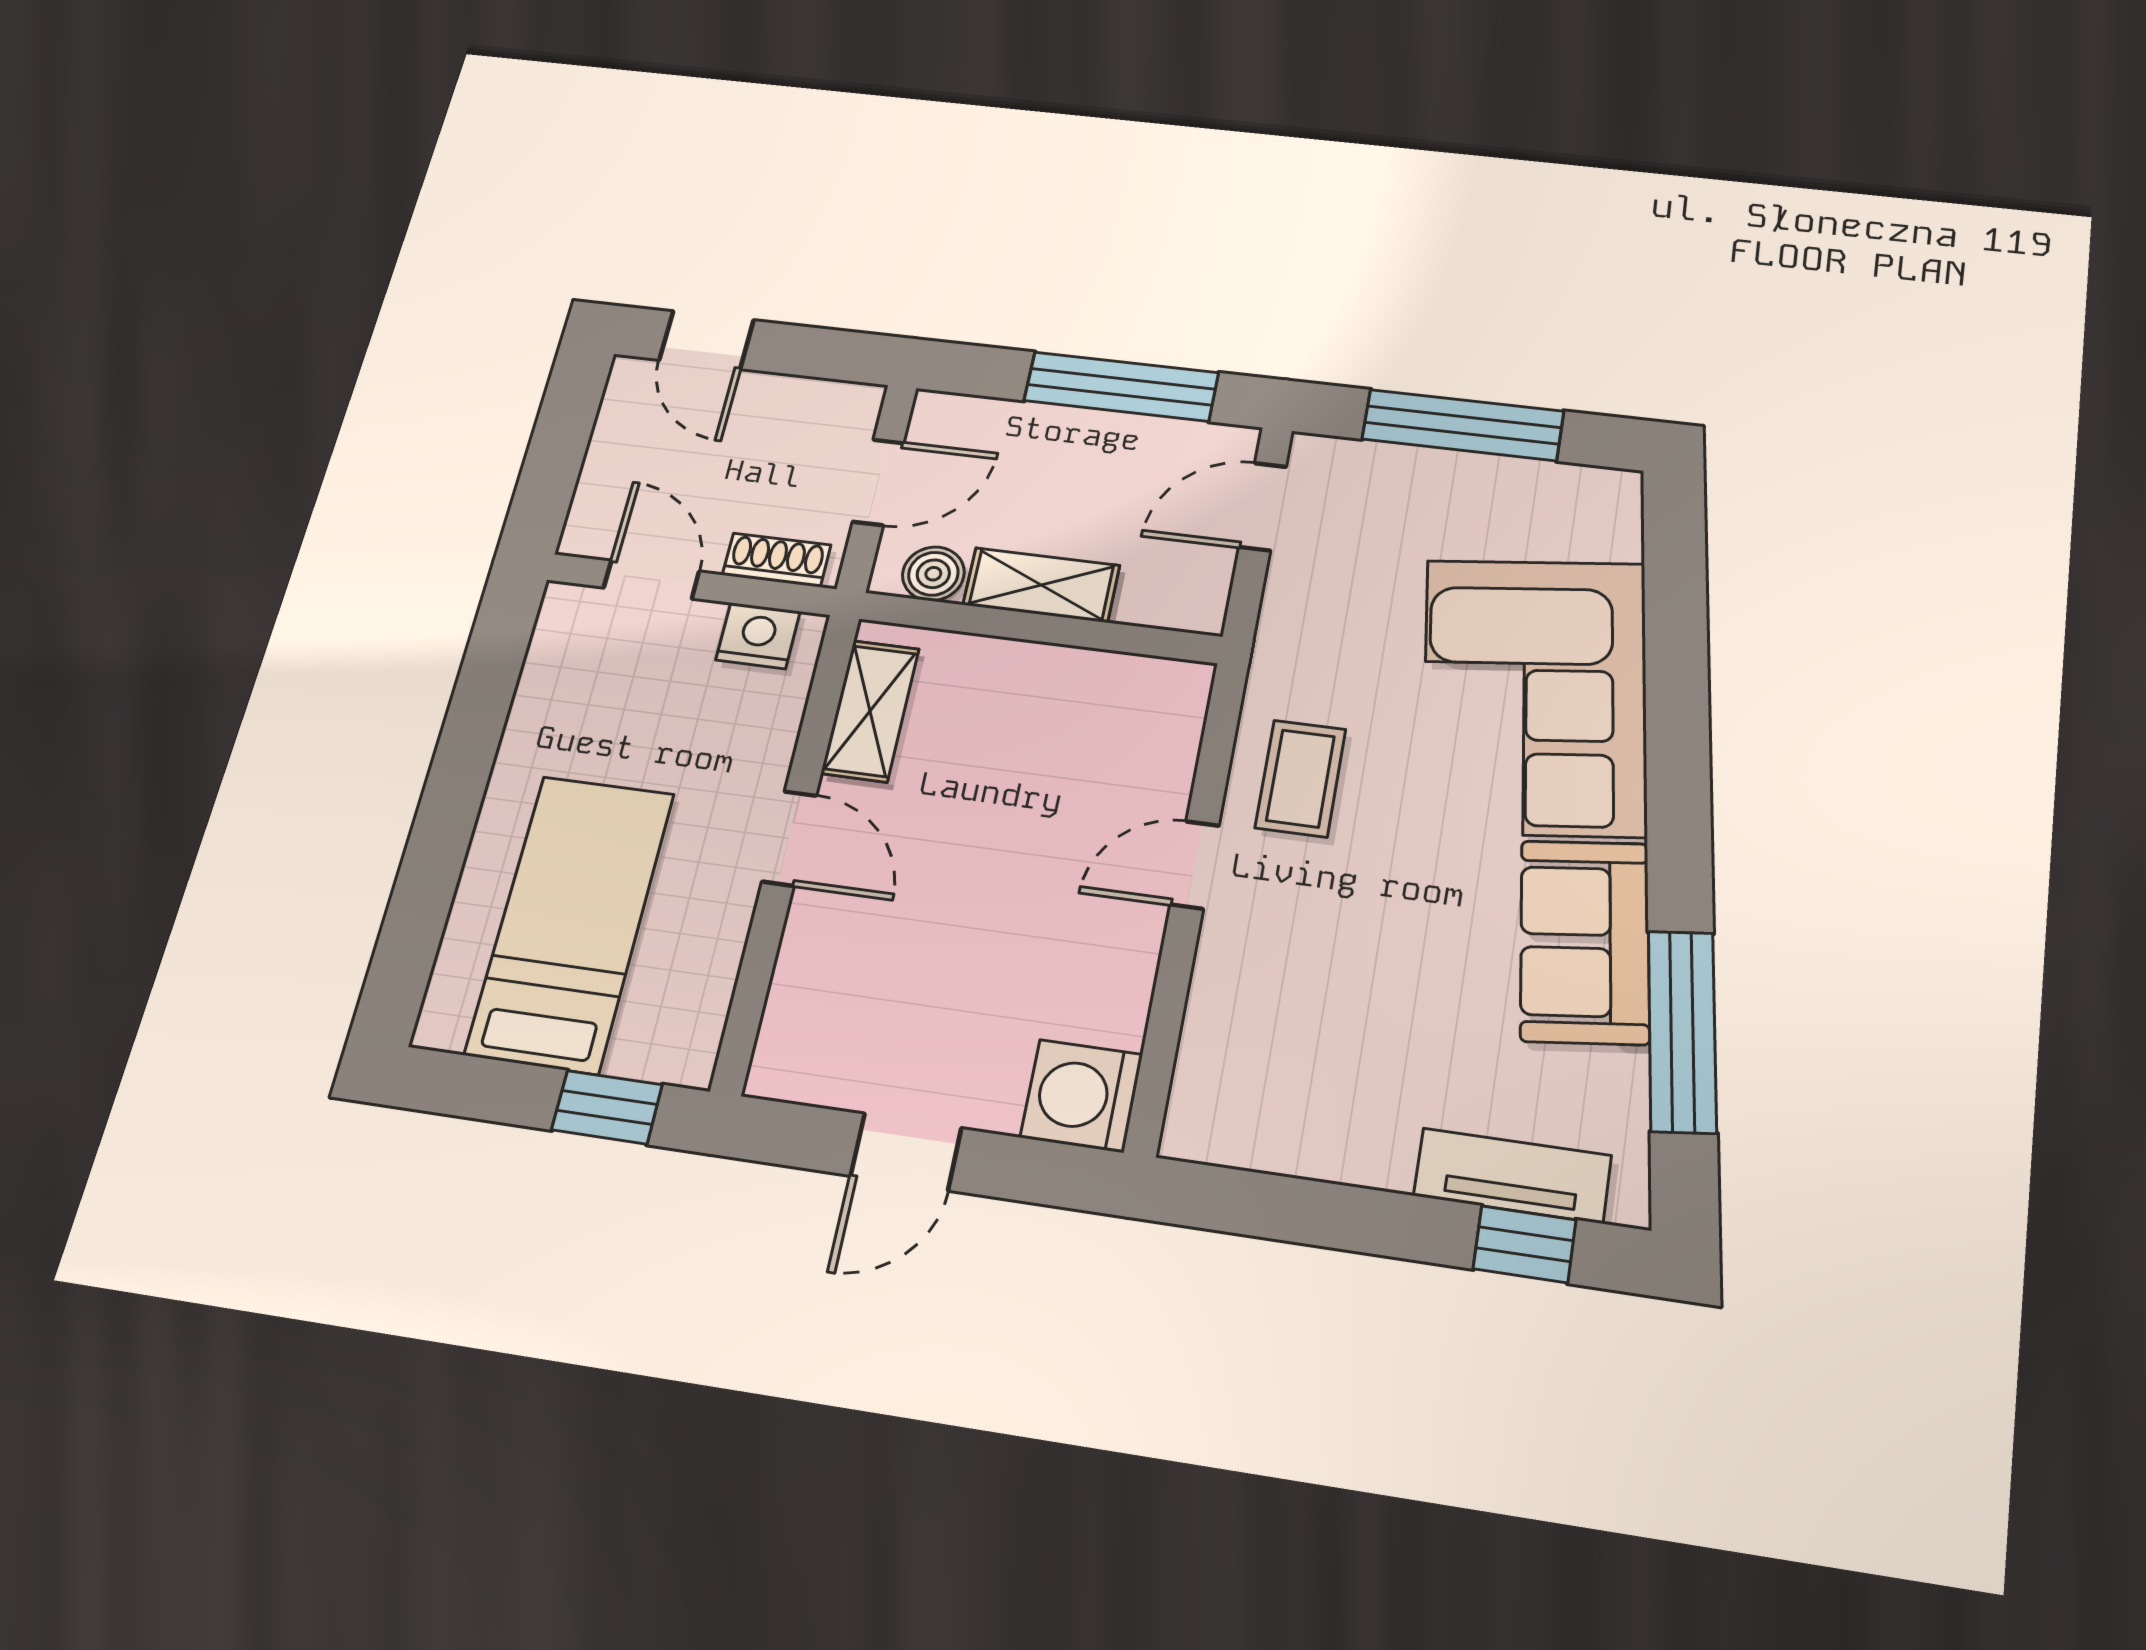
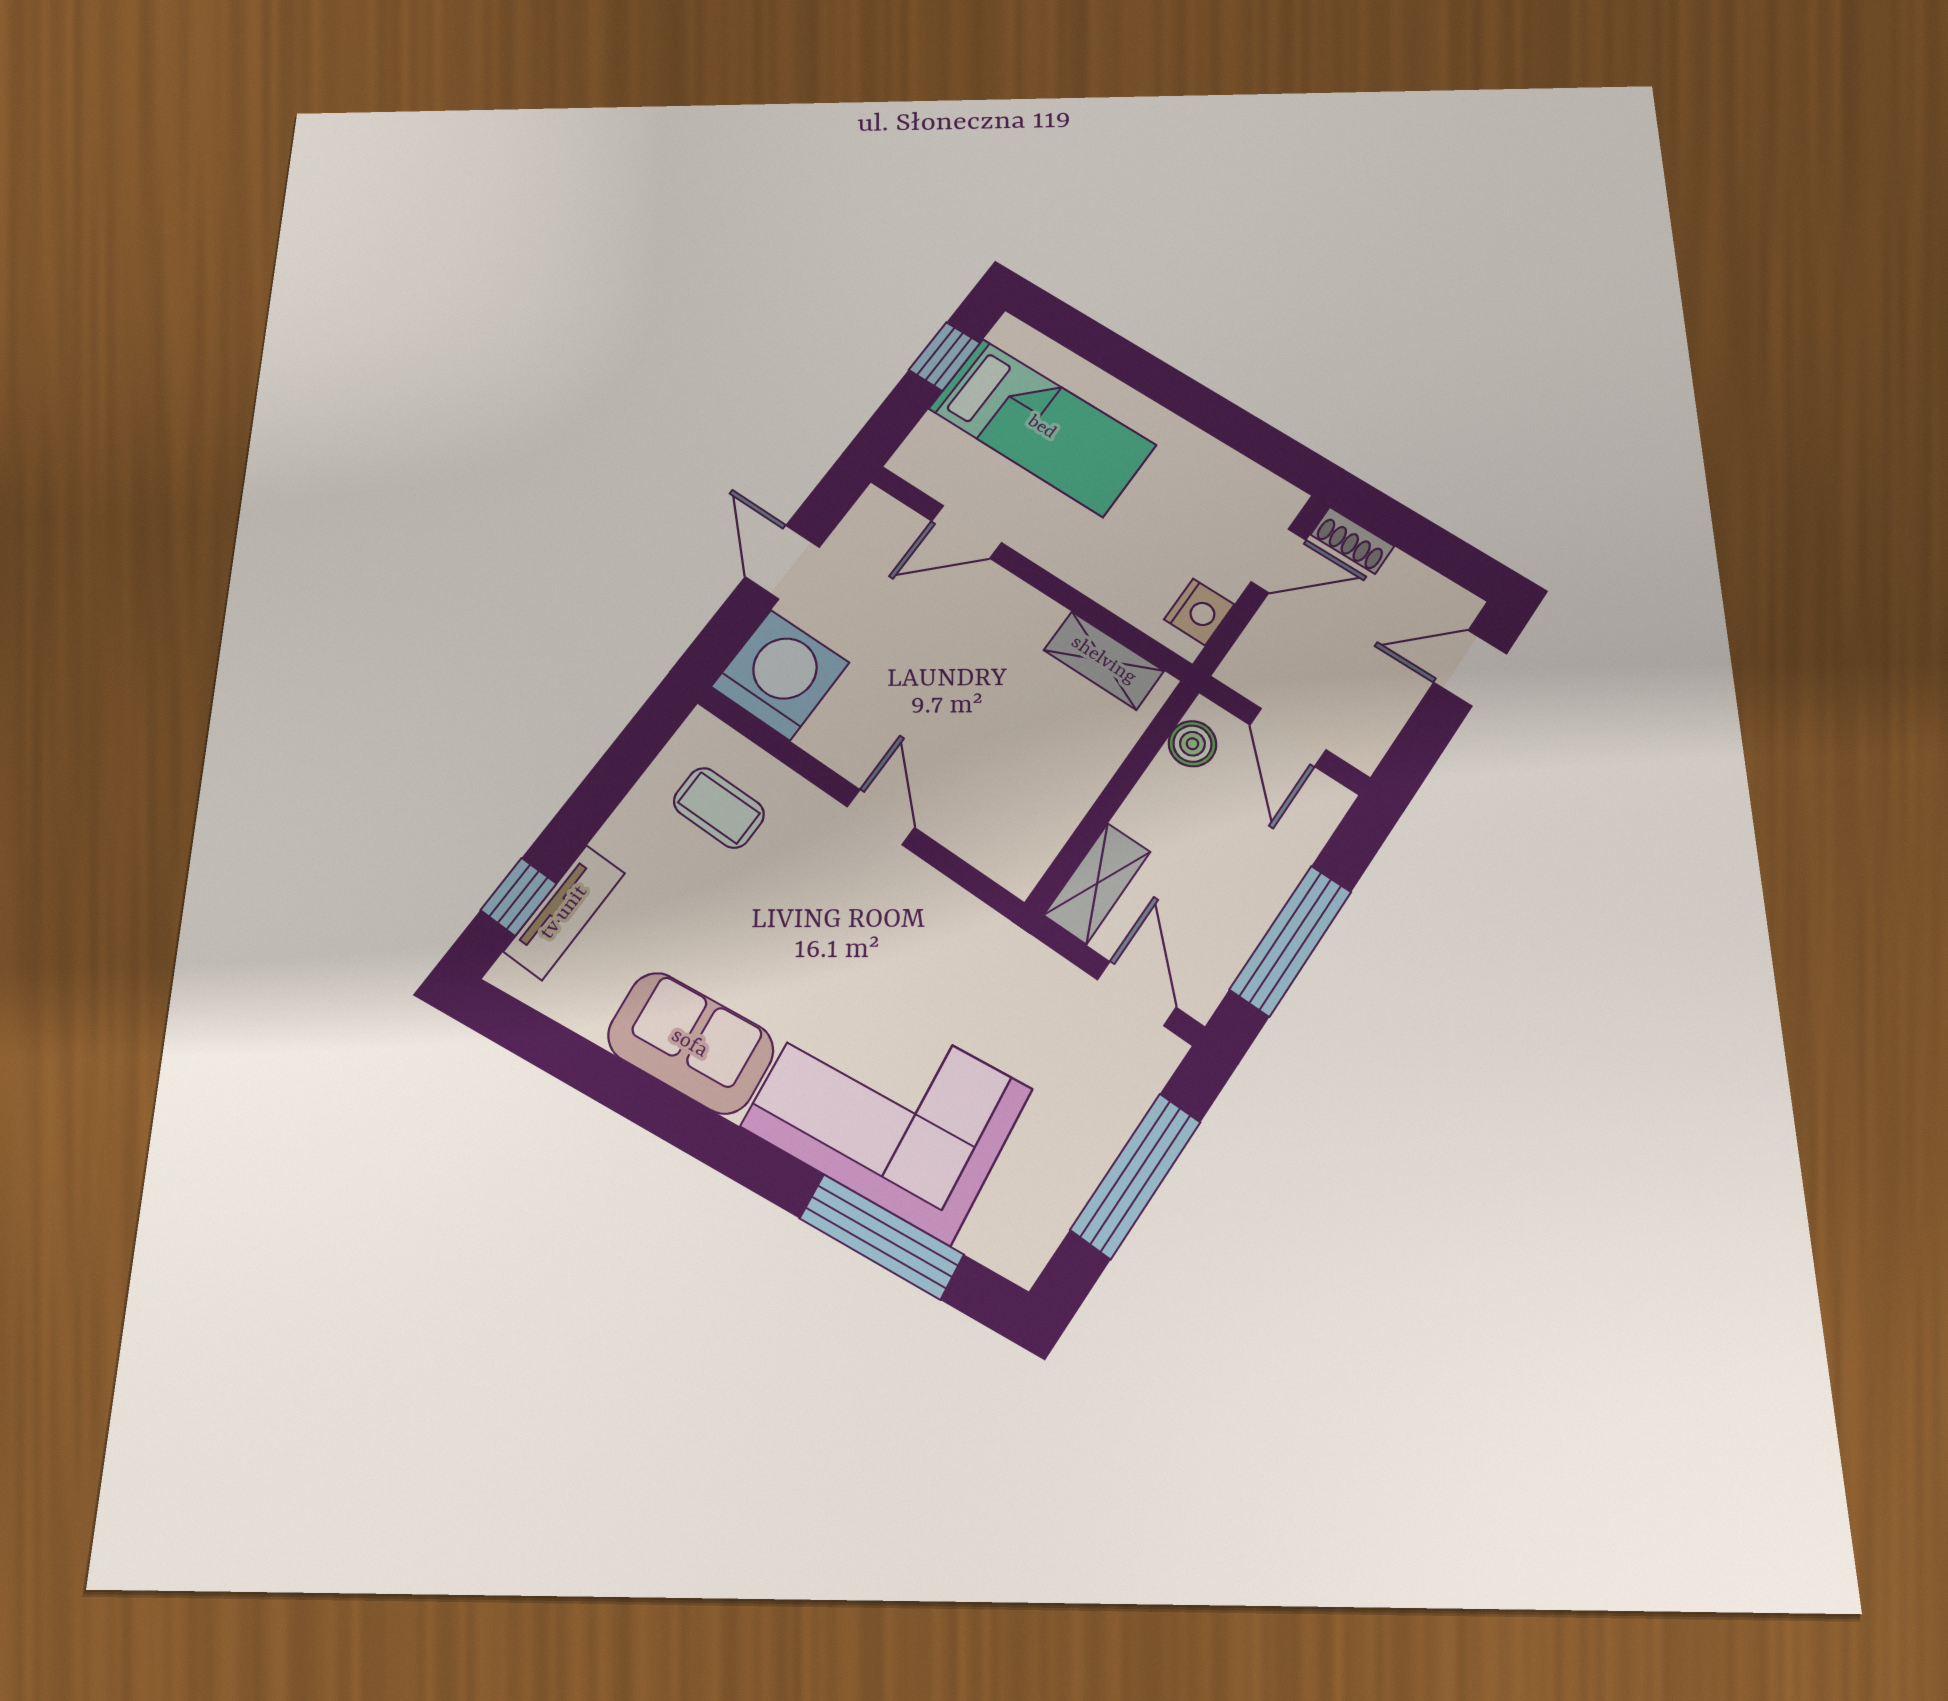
shoe rack: (777, 560) -> (1352, 540), moved, turned 90
shelving: (1041, 585) -> (1097, 883), moved
coffee table: (1300, 778) -> (719, 808), moved
door: (789, 838) -> (967, 532), moved
window: (1682, 1031) -> (881, 1236), moved
washing machine: (1082, 1096) -> (780, 675), width x1.37, depth x1.37
window: (607, 1107) -> (944, 356), moved

